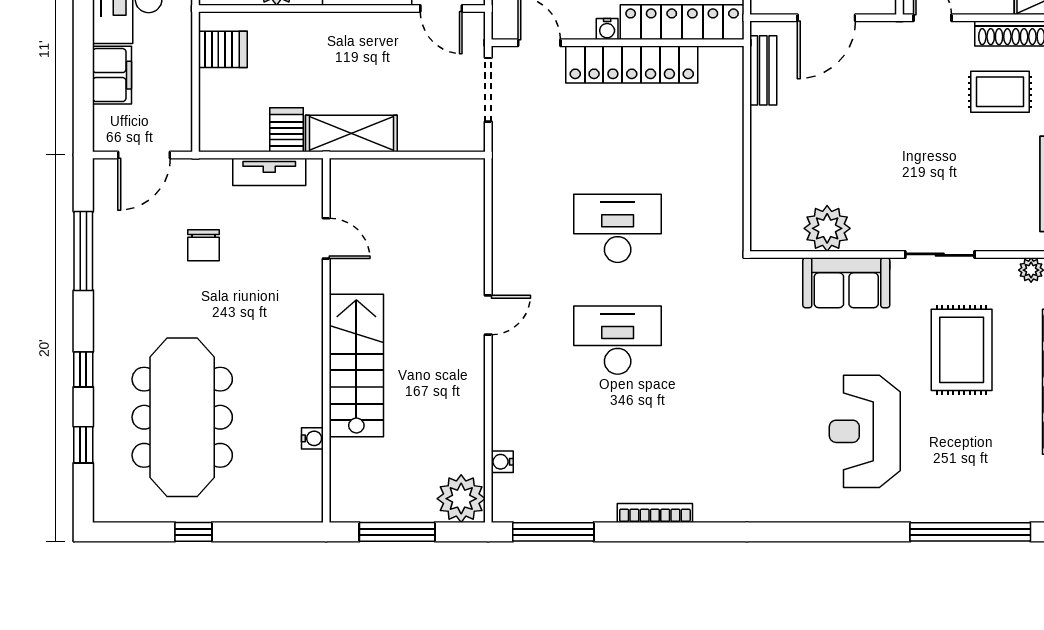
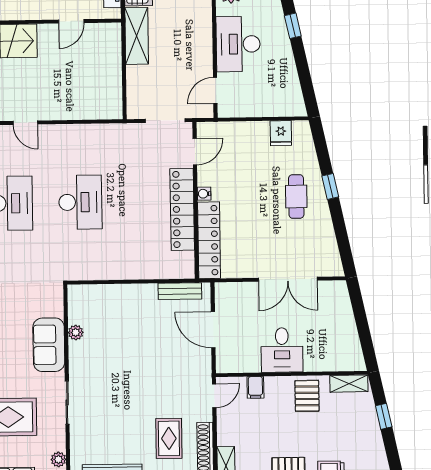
plant: (827, 228) -> (76, 332), width x0.53, depth x0.53

